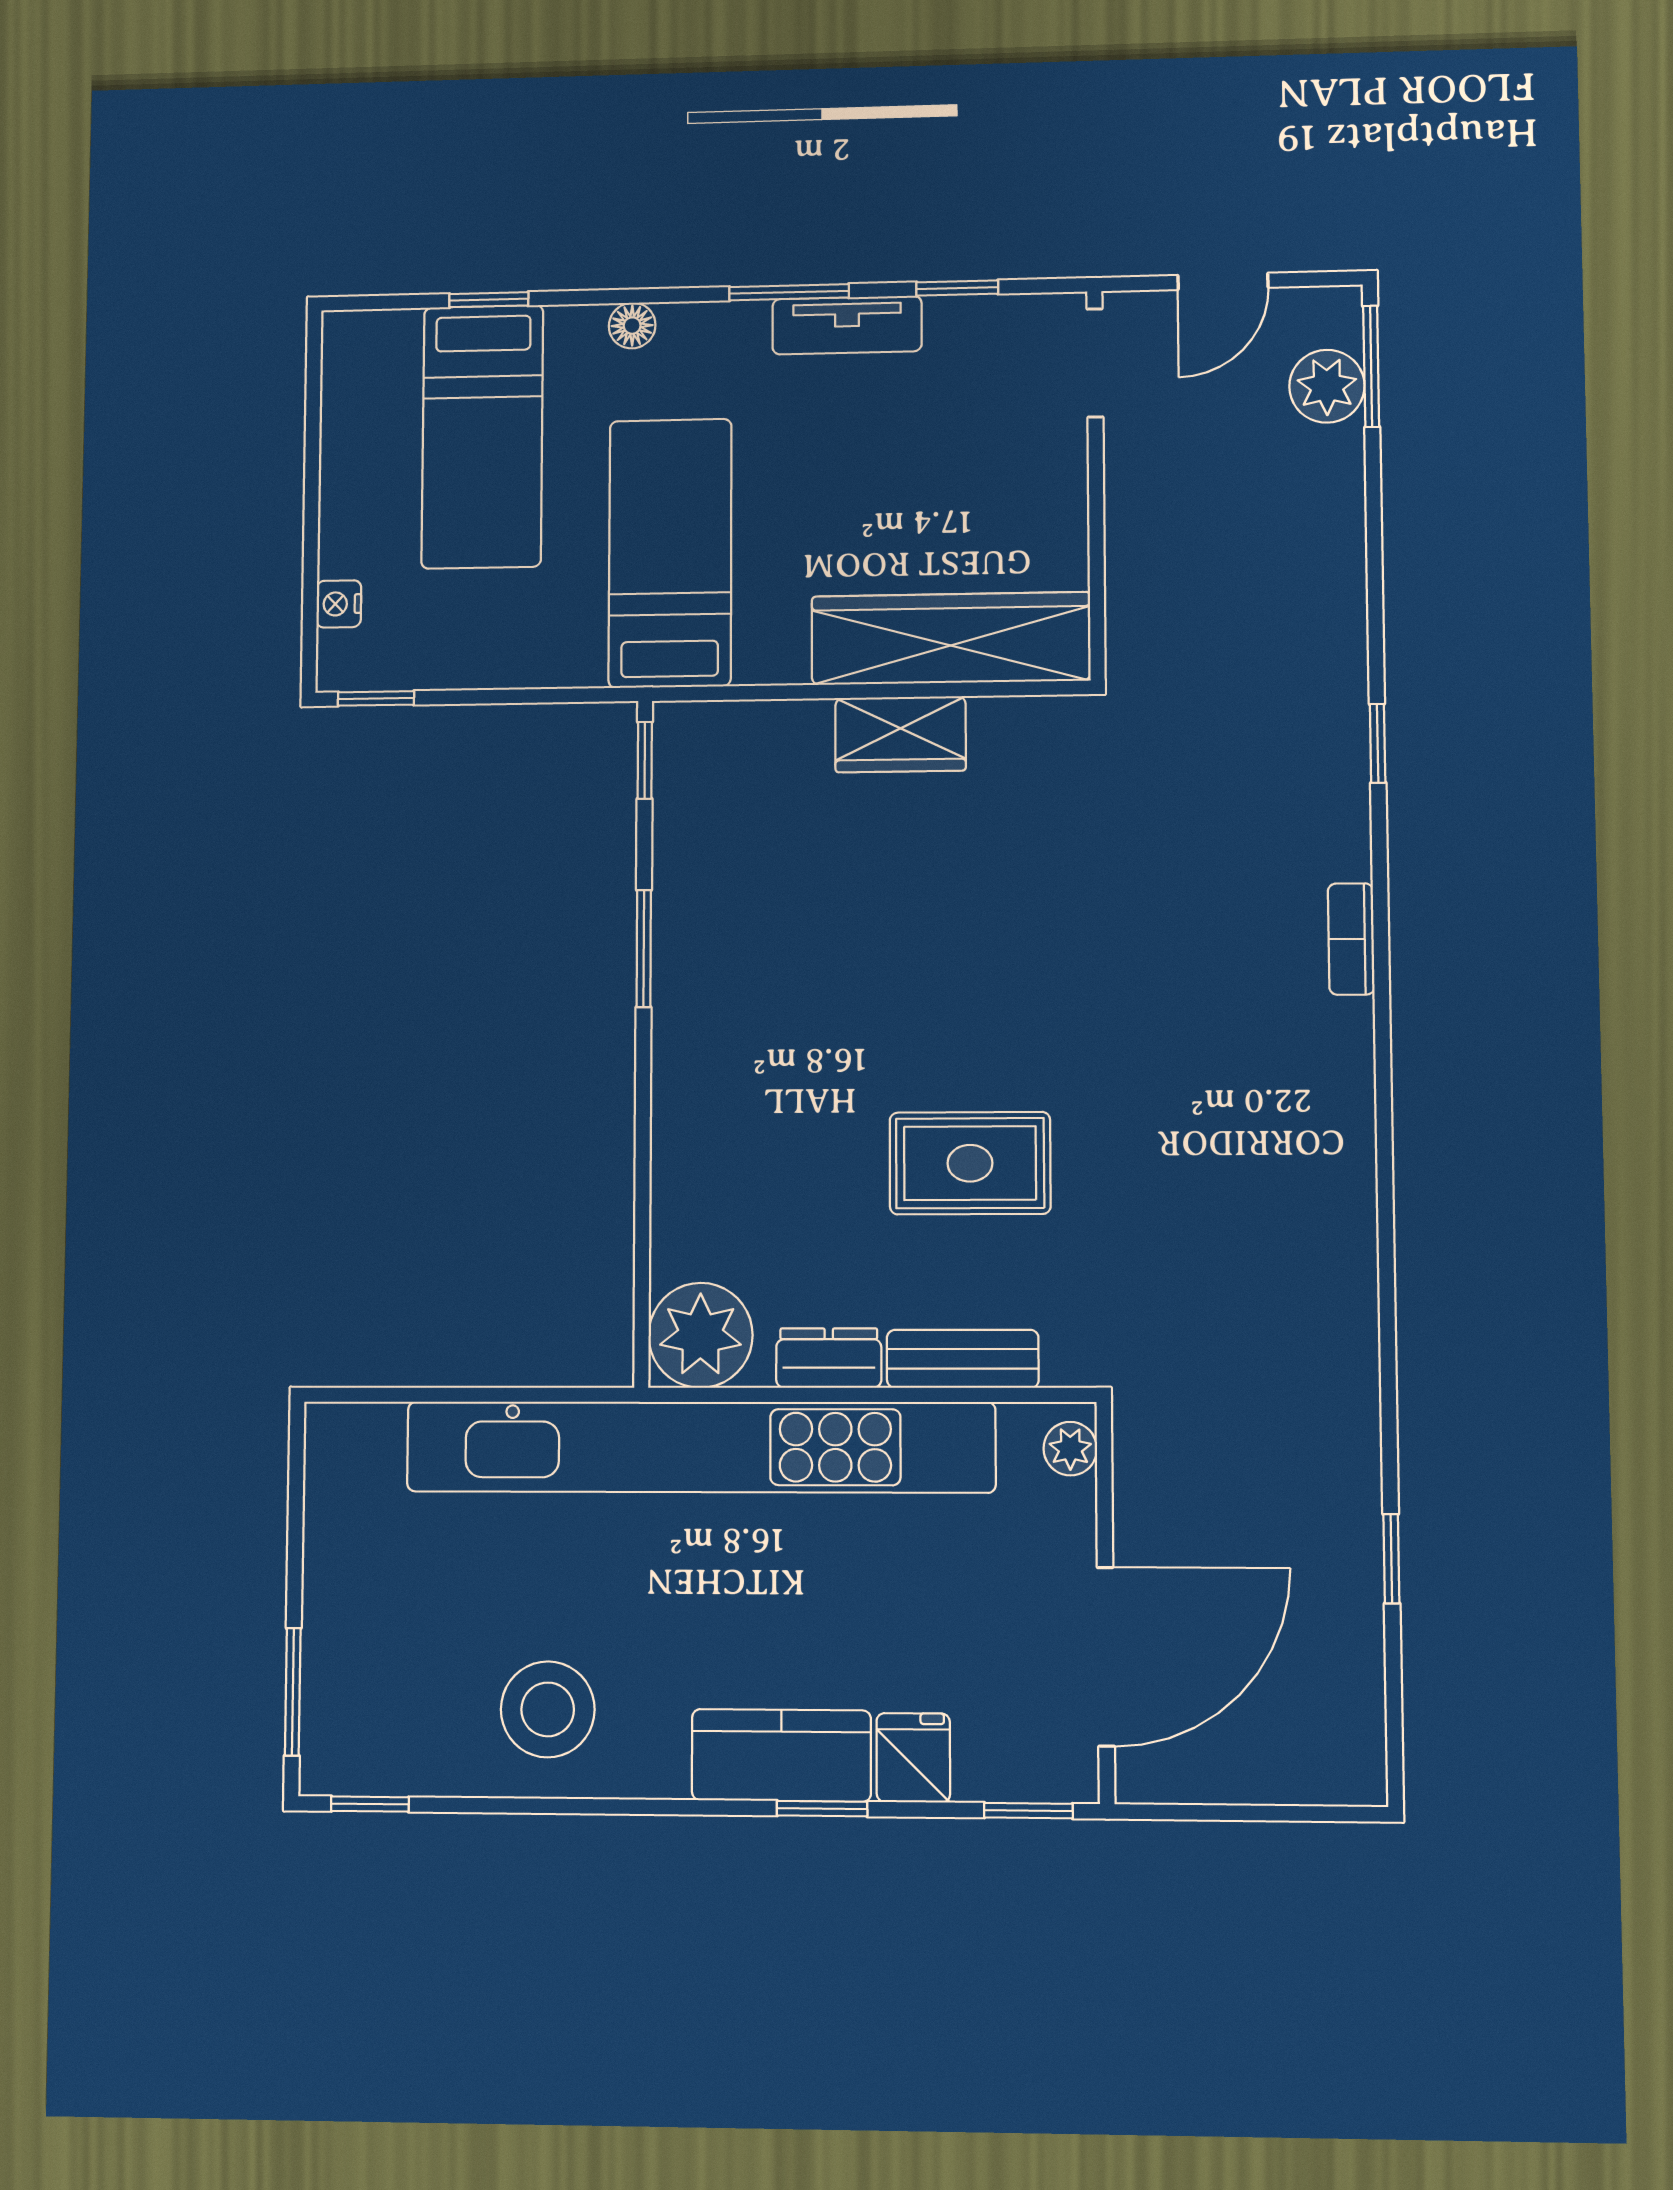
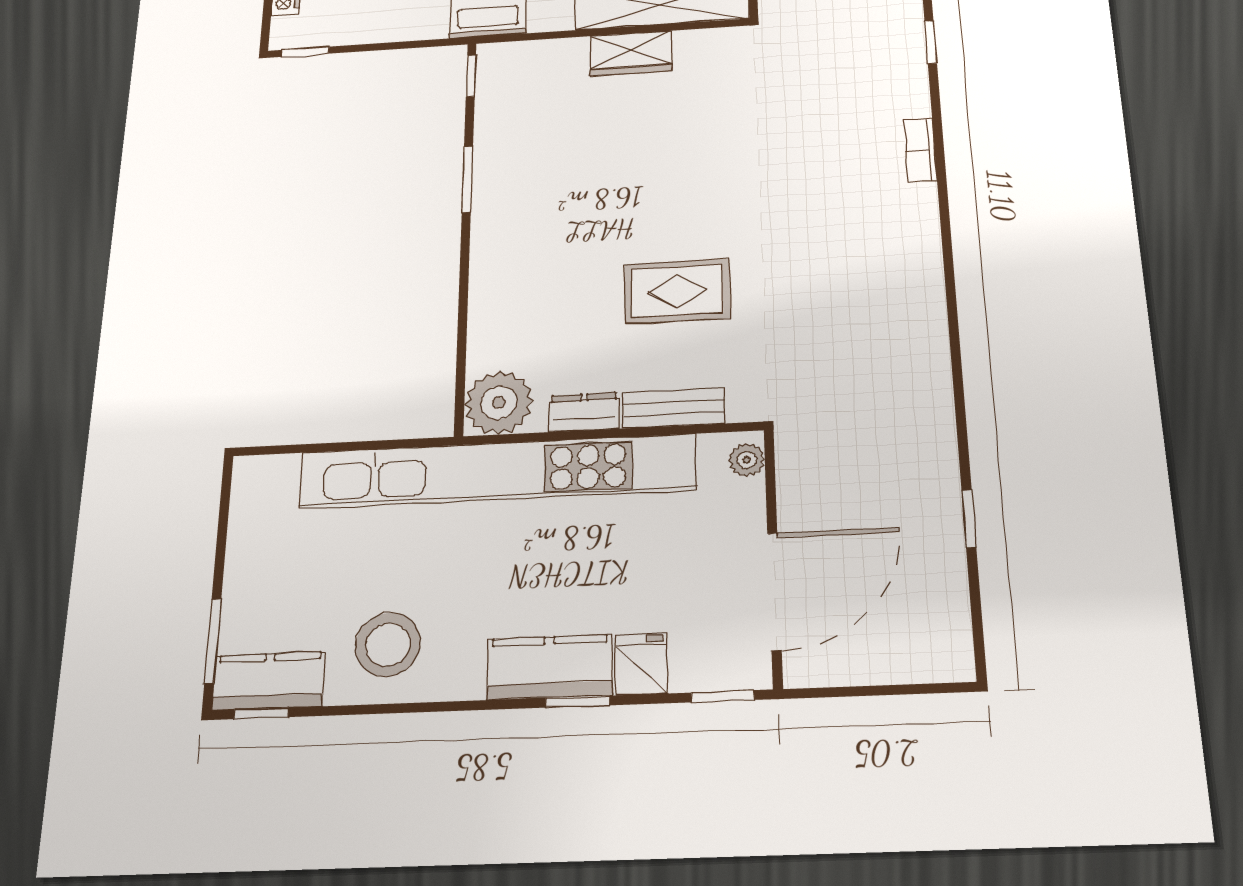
kitchen counter: (378, 1756) -> (269, 681), added

